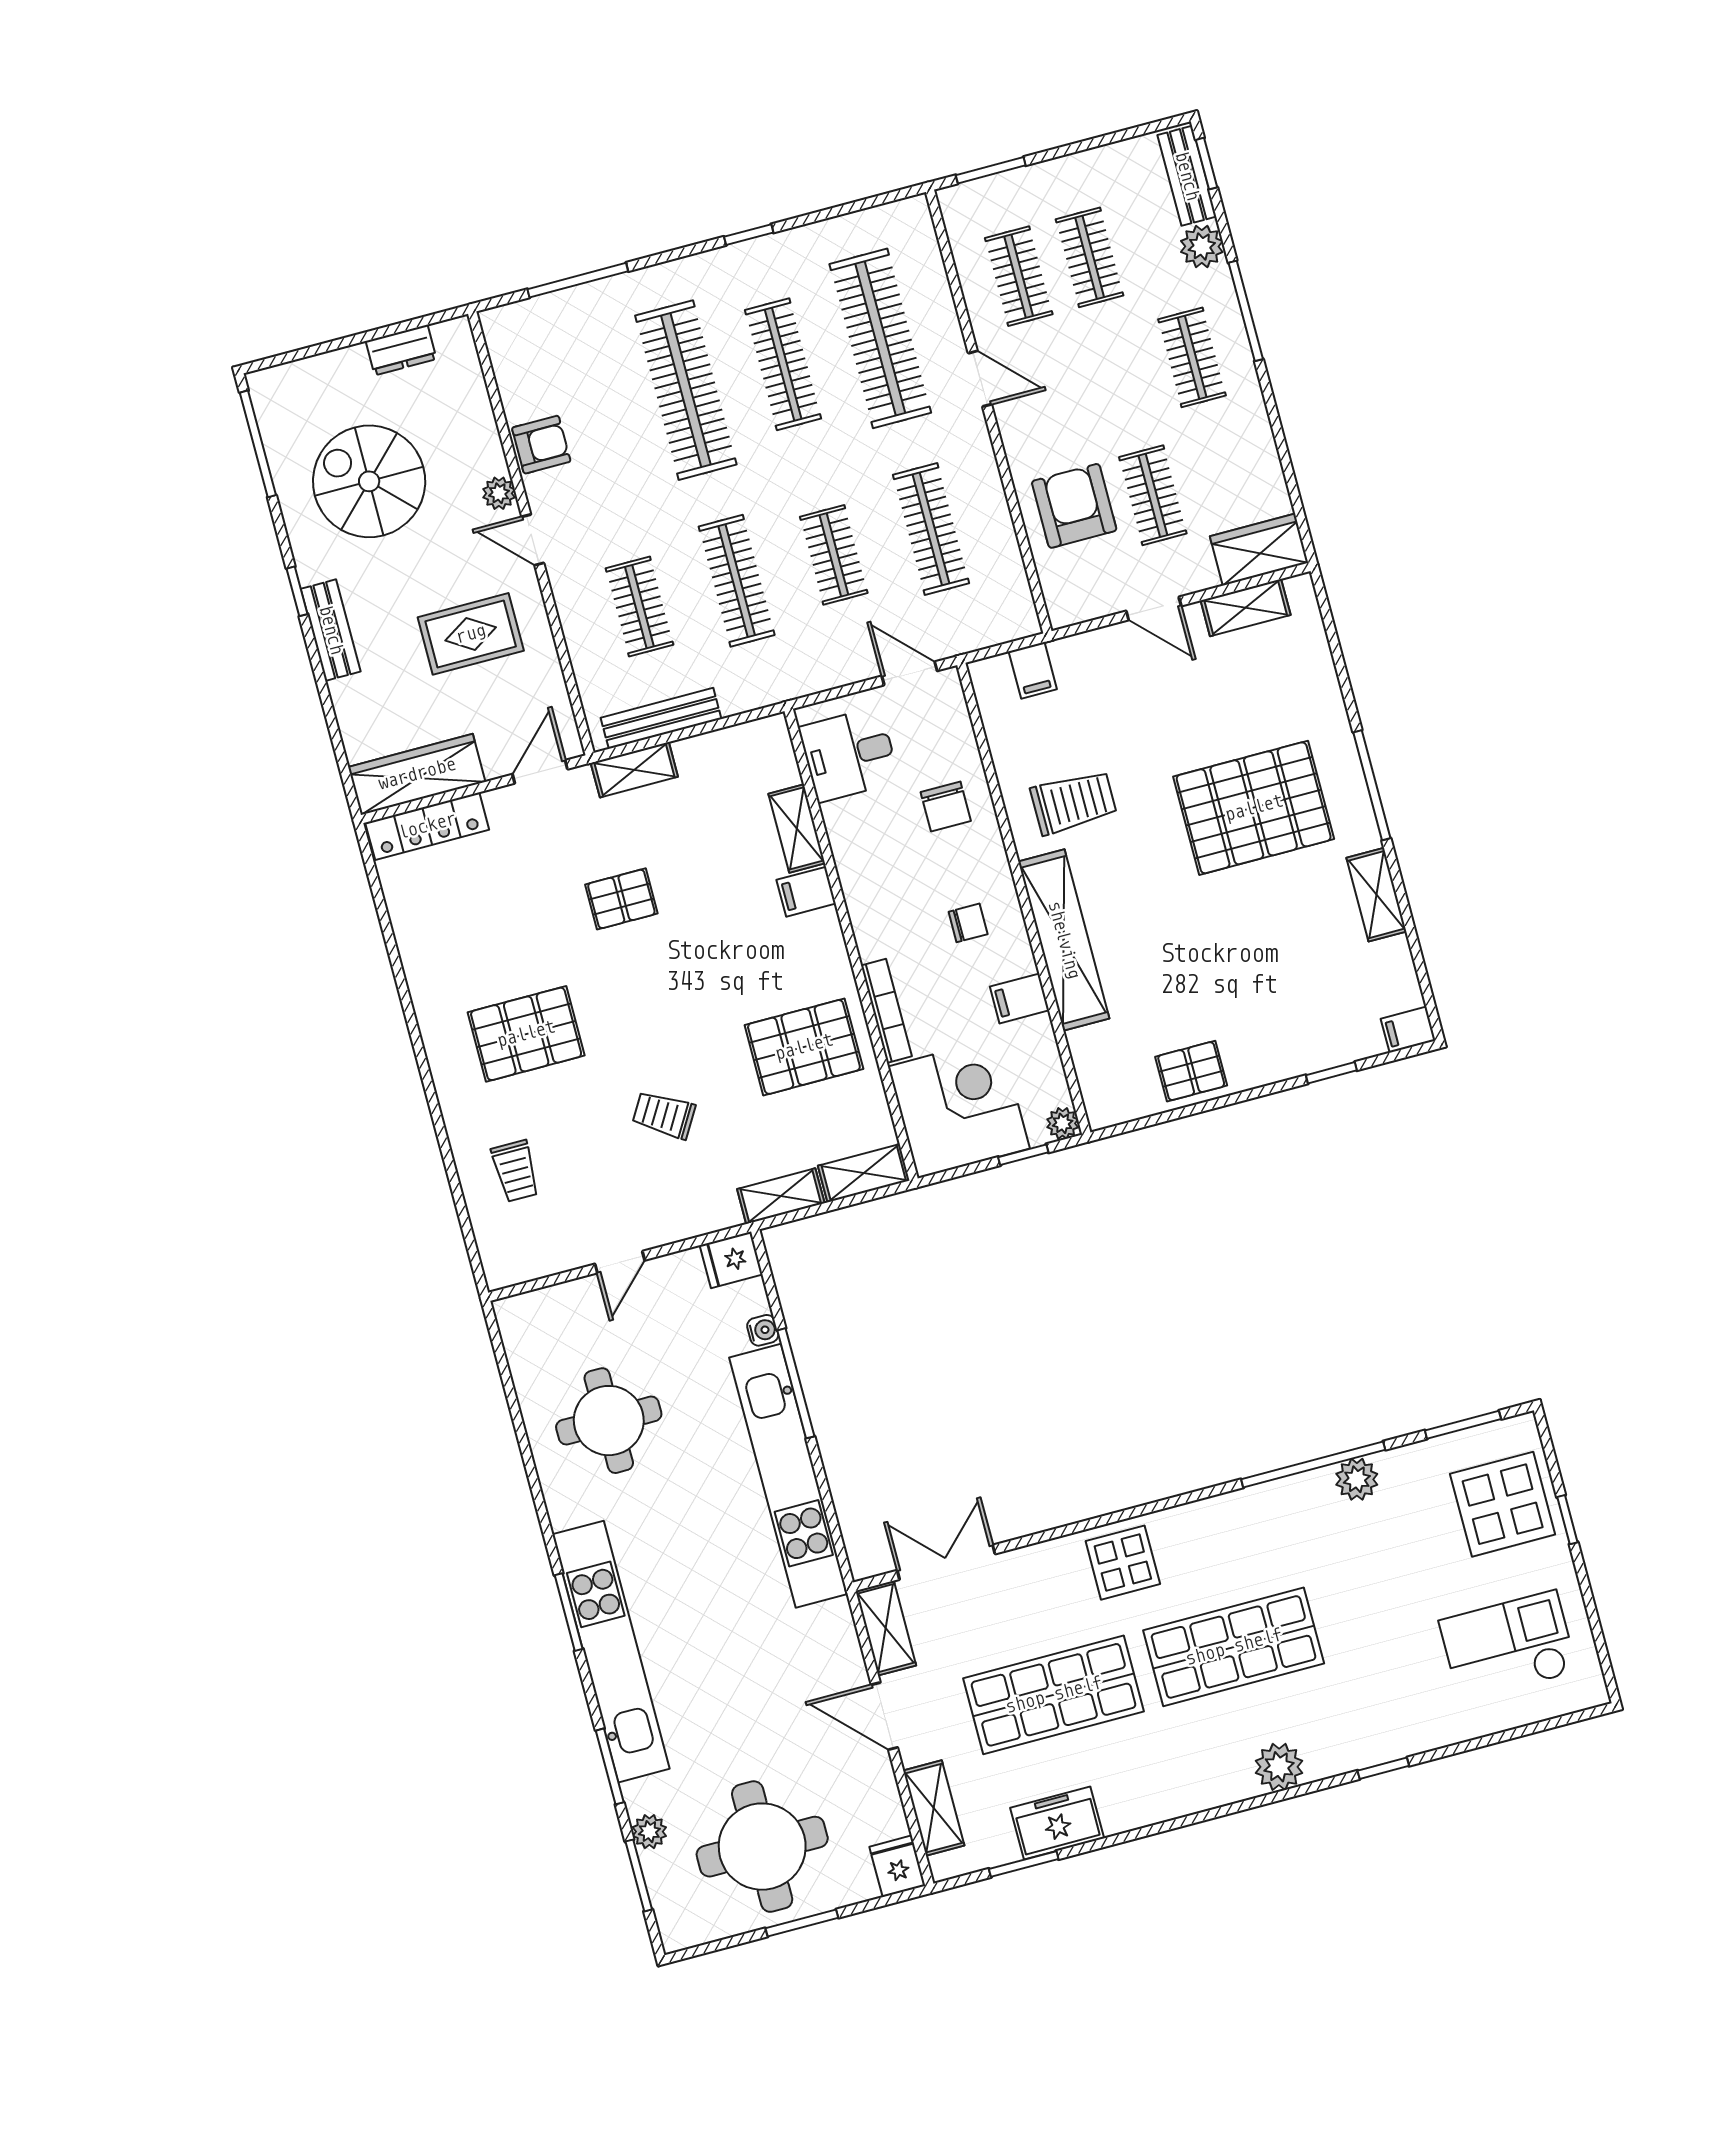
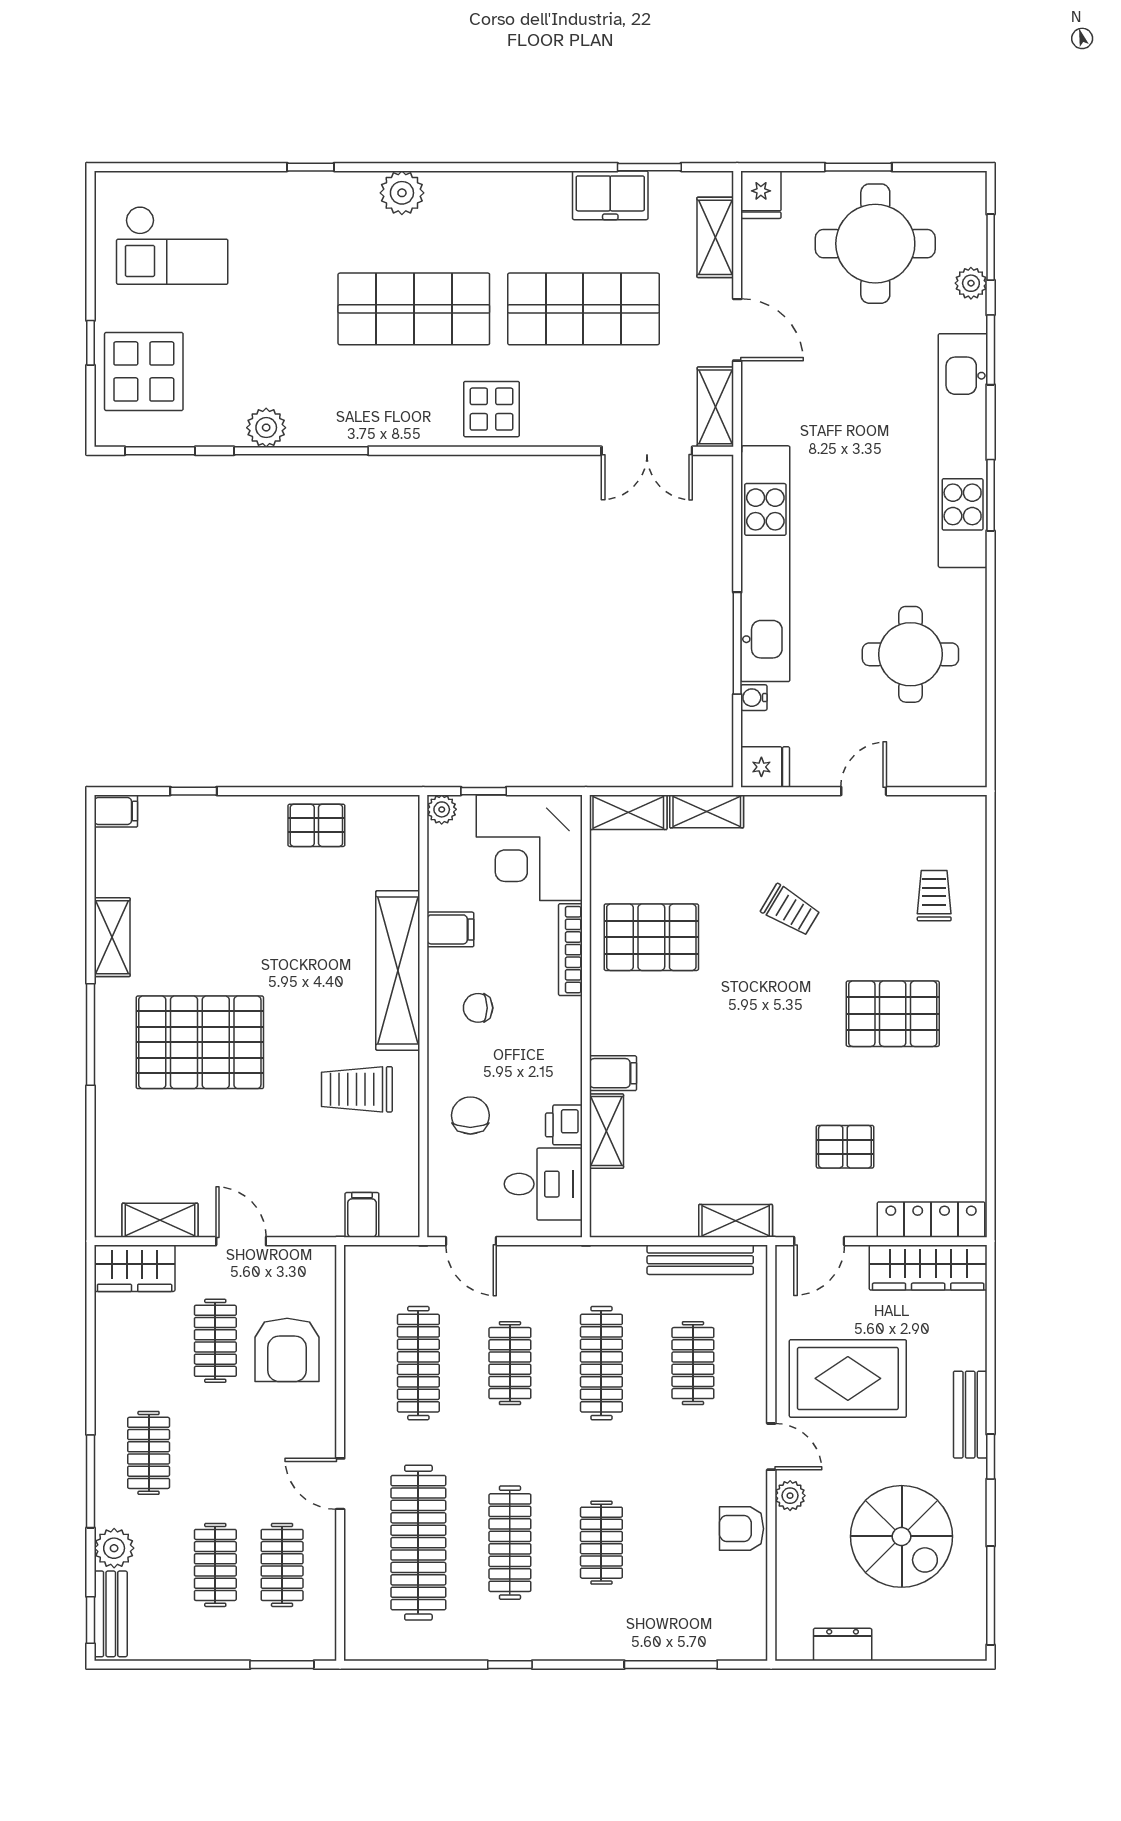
clothes rail: (686, 390) -> (601, 1543), width x0.54, depth x0.76
rug: (471, 634) -> (848, 1378), width x1.36, depth x1.43
printer: (844, 823) -> (564, 1125), added
pallet: (621, 899) -> (845, 1147), moved

